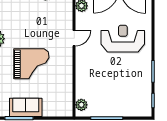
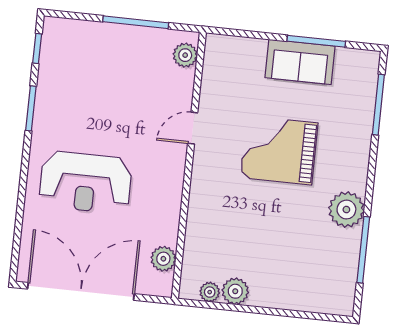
door: (74, 38) -> (193, 128), moved

